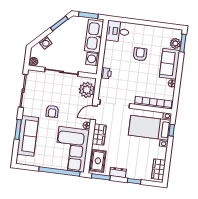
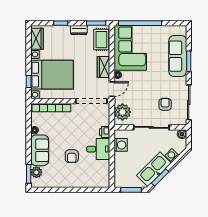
desk: (118, 31) -> (98, 149), moved
kitchen sink: (94, 36) -> (154, 169), moved, turned -135
armchair: (52, 111) -> (165, 104), moved
bed with nightstands: (150, 128) -> (52, 75), width x1.36

